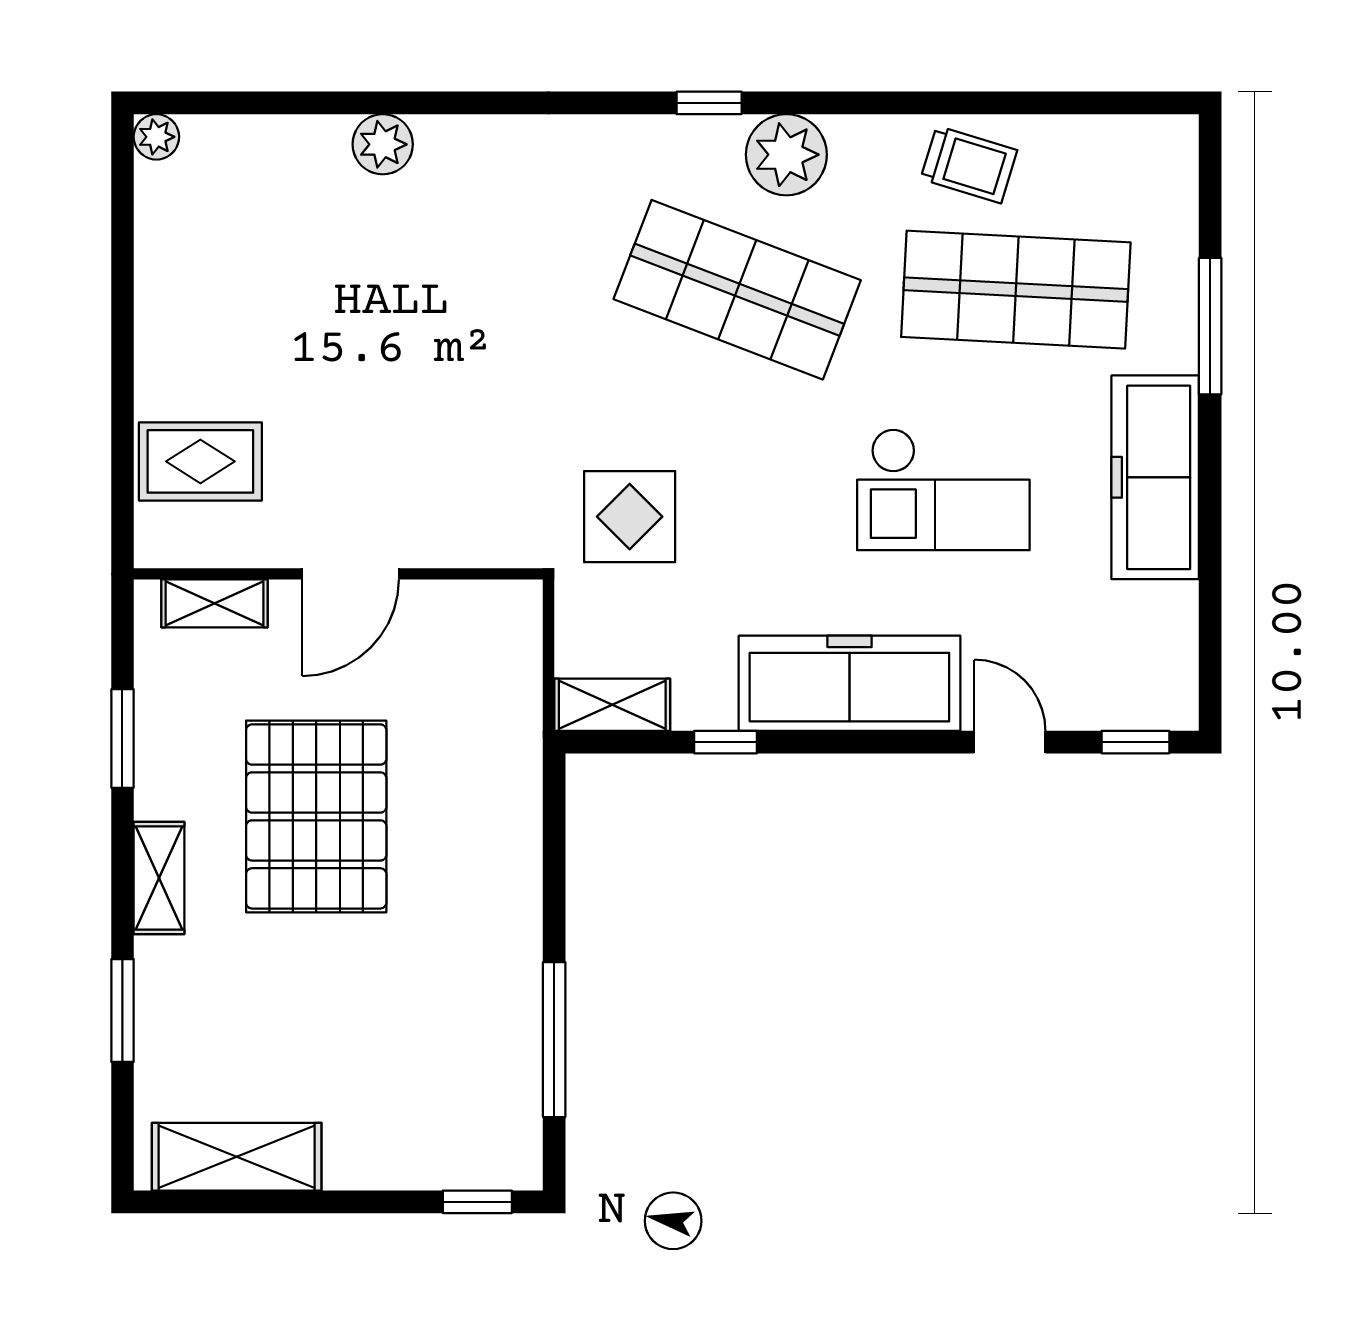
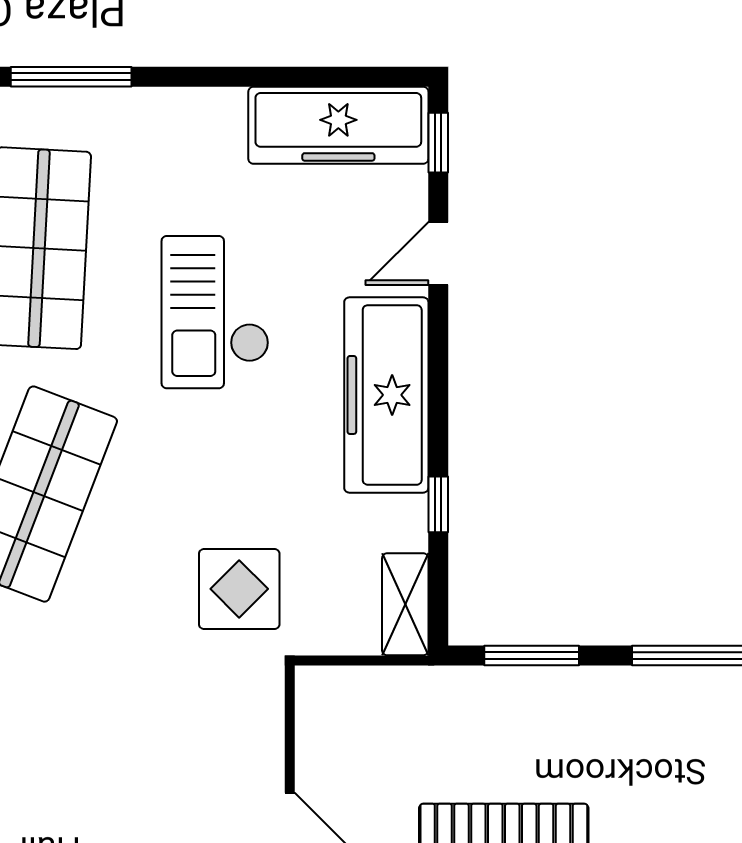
freezer: (1155, 477) -> (338, 125), moved
checkout: (943, 489) -> (215, 312), turned 180
window: (554, 848) -> (532, 656), added

